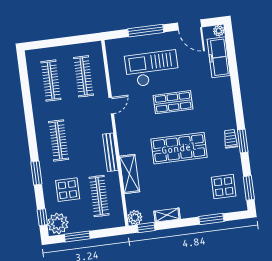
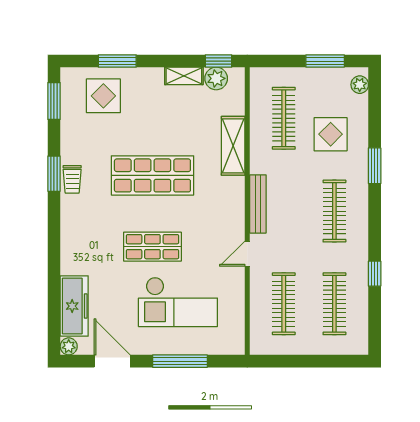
bench: (110, 152) -> (258, 204), moved
display table: (224, 187) -> (103, 96), moved
window: (42, 217) -> (375, 274), moved
plant: (135, 217) -> (216, 78), moved
plant: (58, 223) -> (360, 85), width x0.53, depth x0.53

